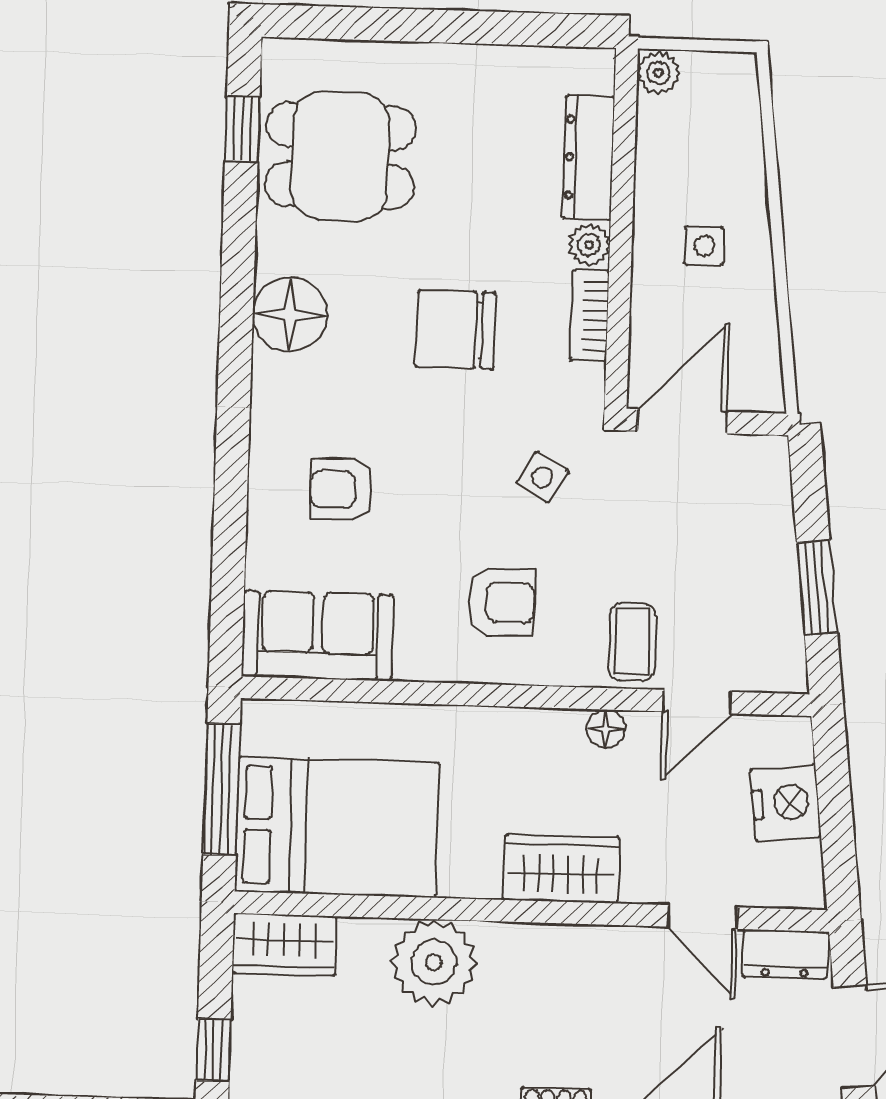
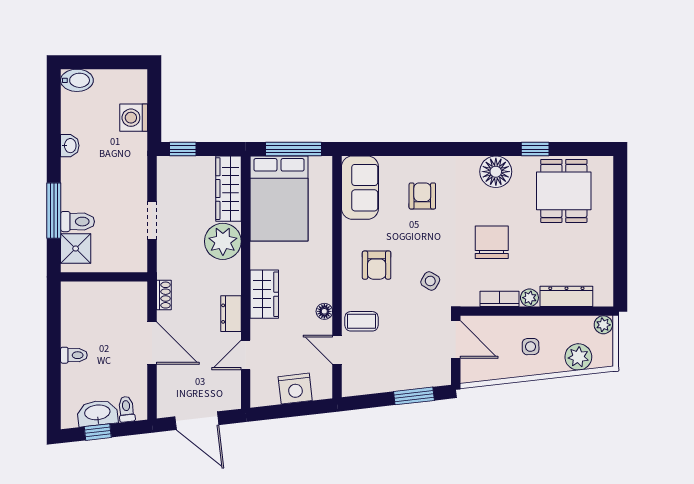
window: (242, 129) -> (535, 149), moved
plant: (732, 134) -> (578, 357), added
window: (817, 588) -> (414, 396), moved
wardrobe: (284, 945) -> (228, 189), width x1.50
dresser: (785, 954) -> (231, 314), moved

